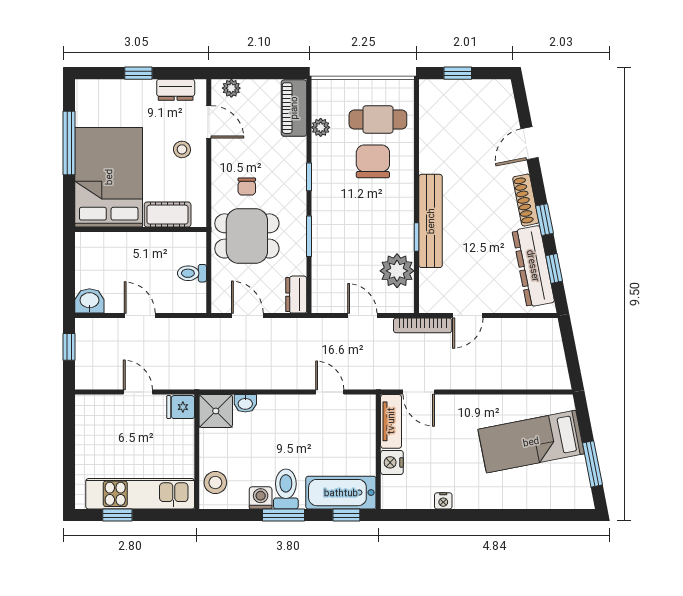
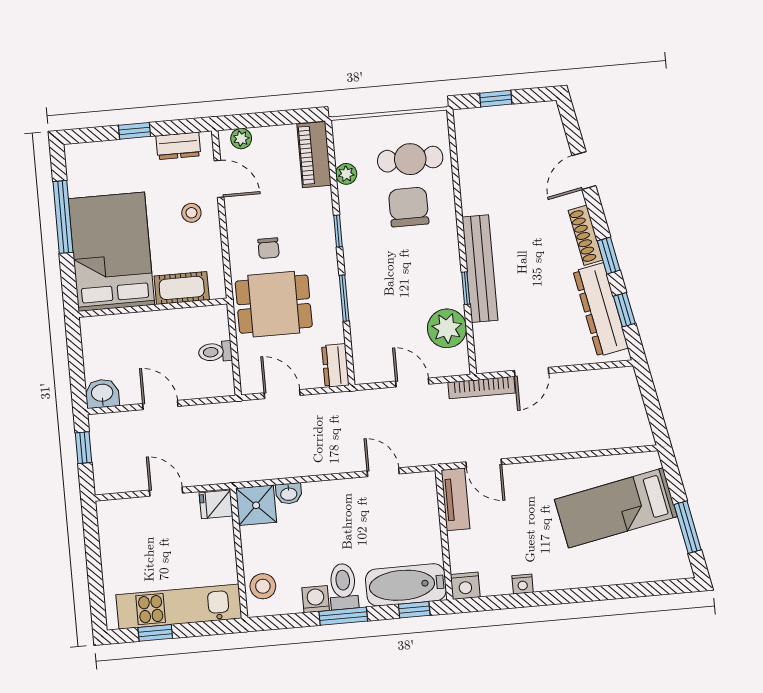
nightstand: (392, 462) -> (465, 586), moved, turned -90

